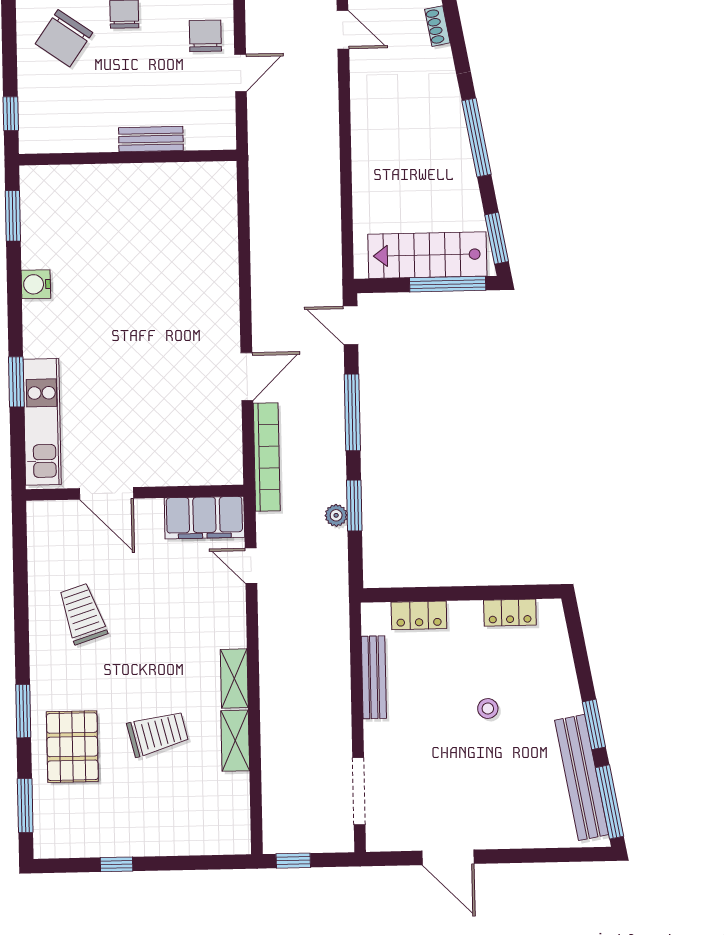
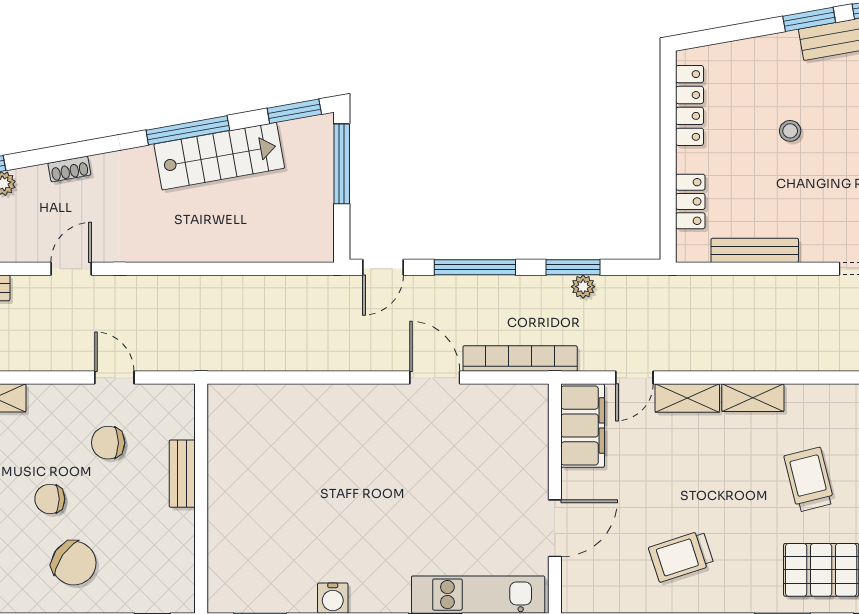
chair: (205, 36) -> (108, 443), moved
stairs: (427, 255) -> (219, 156), moved, turned -100
locker: (510, 613) -> (690, 105), width x1.53
shelving: (235, 741) -> (687, 398), moved

